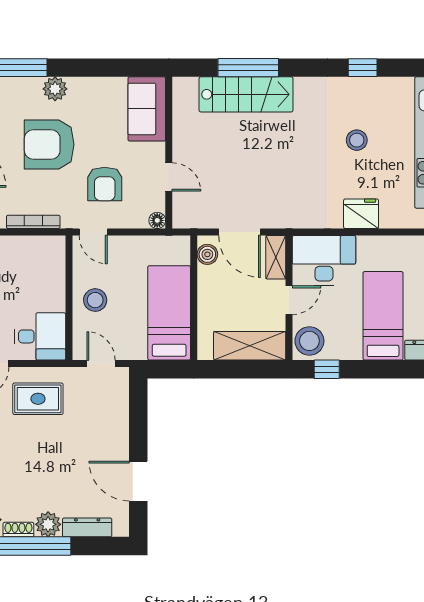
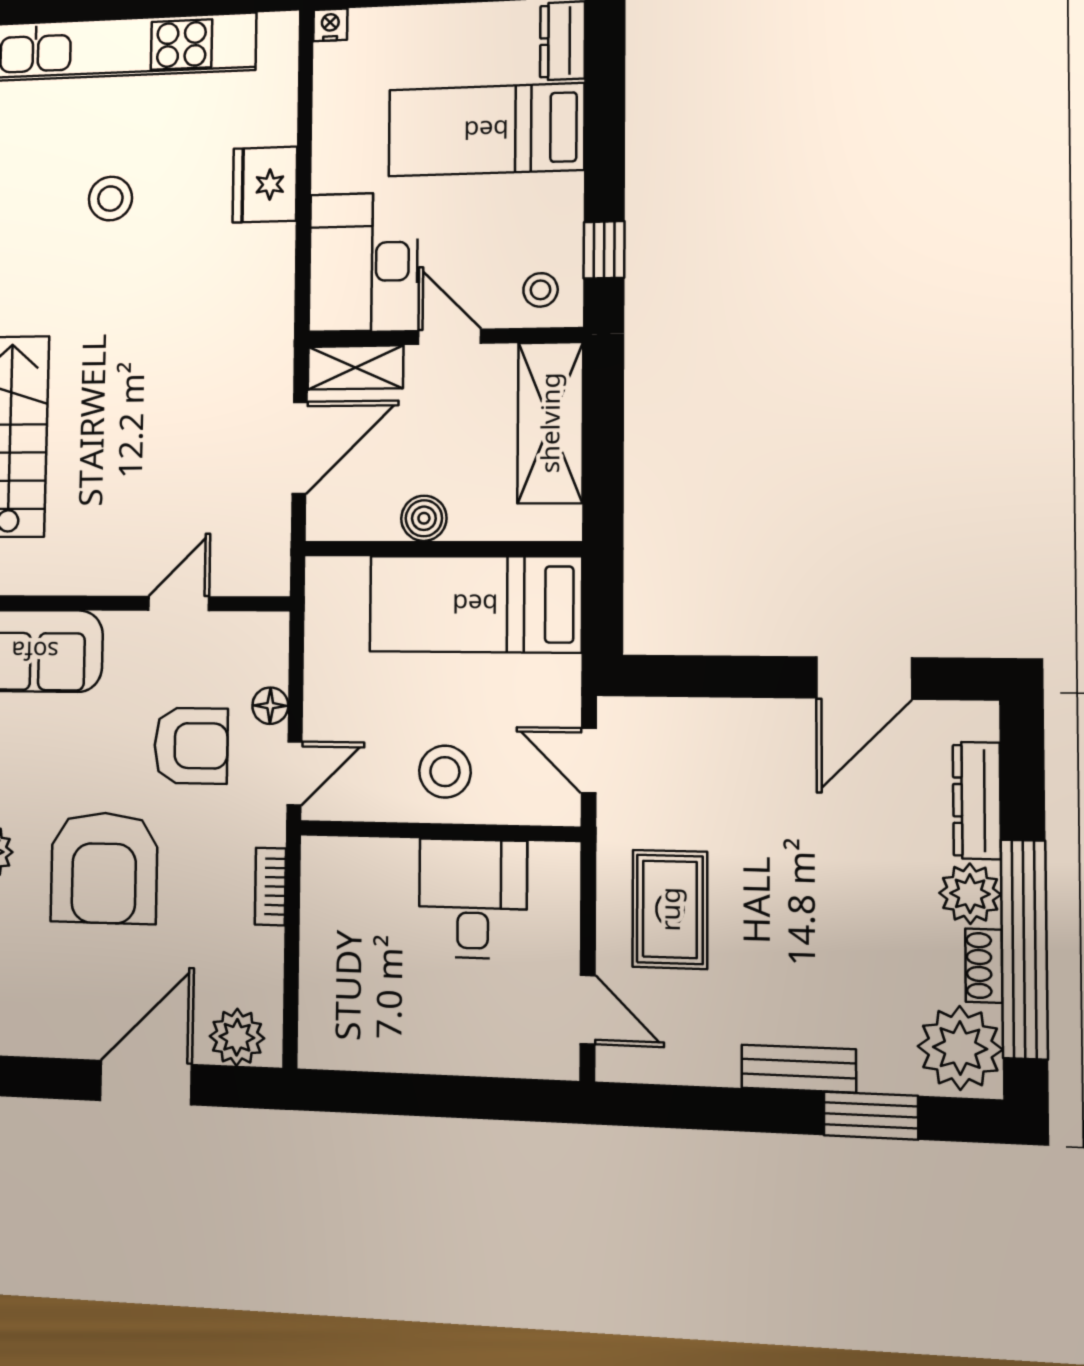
floor lamp: (157, 220) -> (270, 706), moved
bookcase: (33, 222) -> (270, 887), width x0.64
boiler: (207, 254) -> (424, 518), moved
desk: (40, 336) -> (473, 899), moved
stool: (309, 341) -> (540, 290), width x0.53, depth x0.53
door: (101, 364) -> (589, 761), hinge flipped

